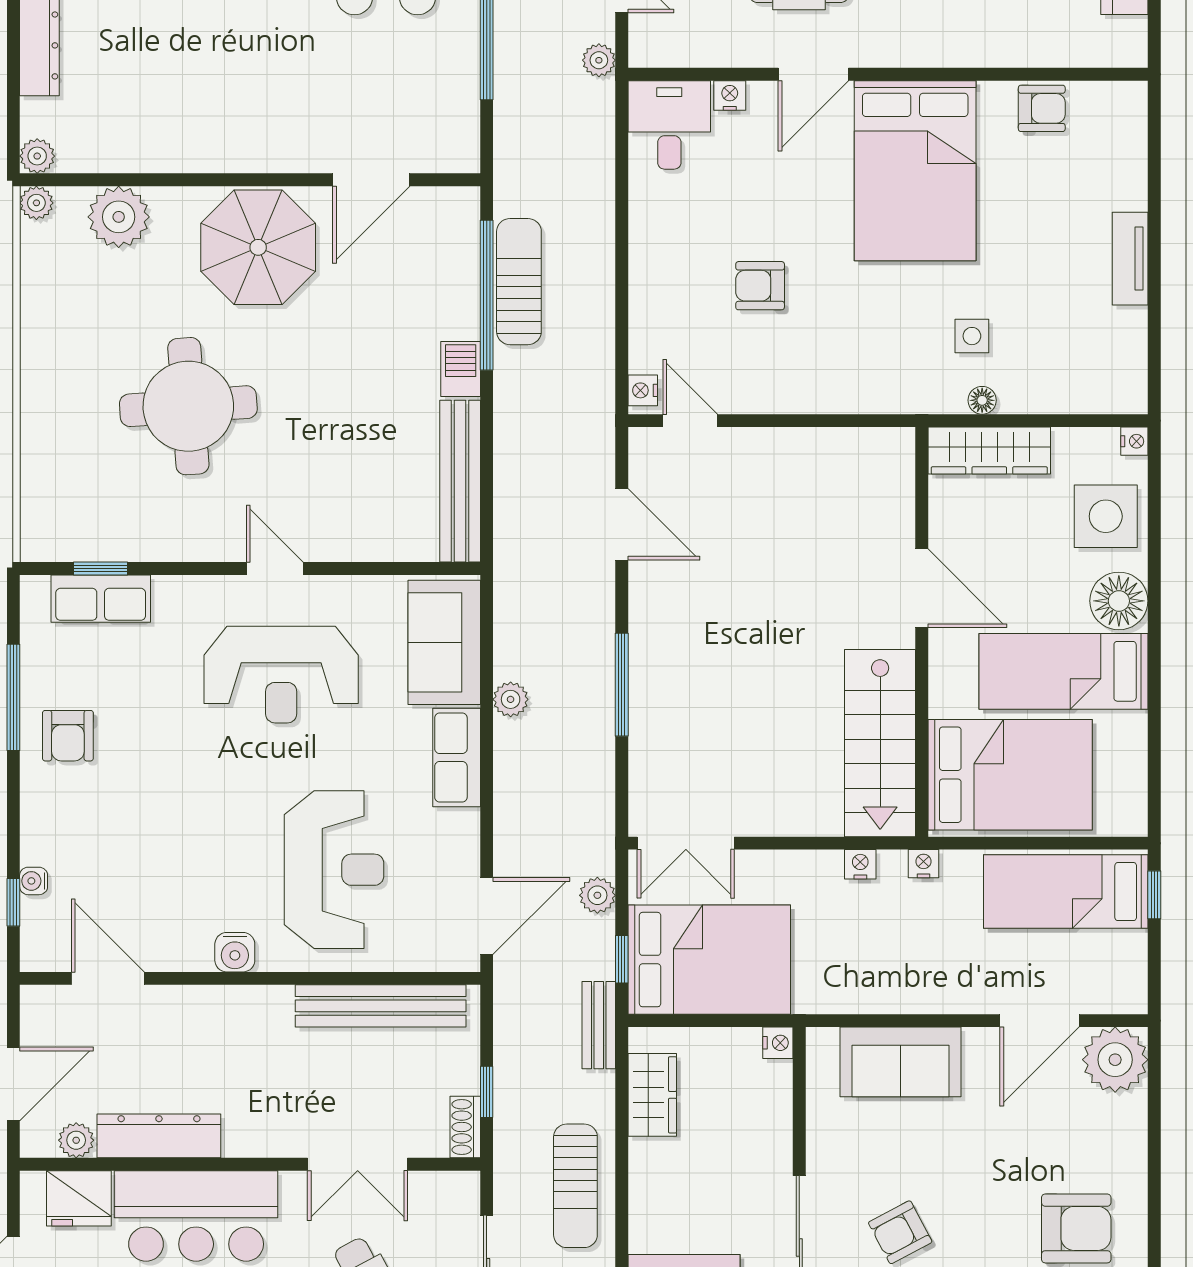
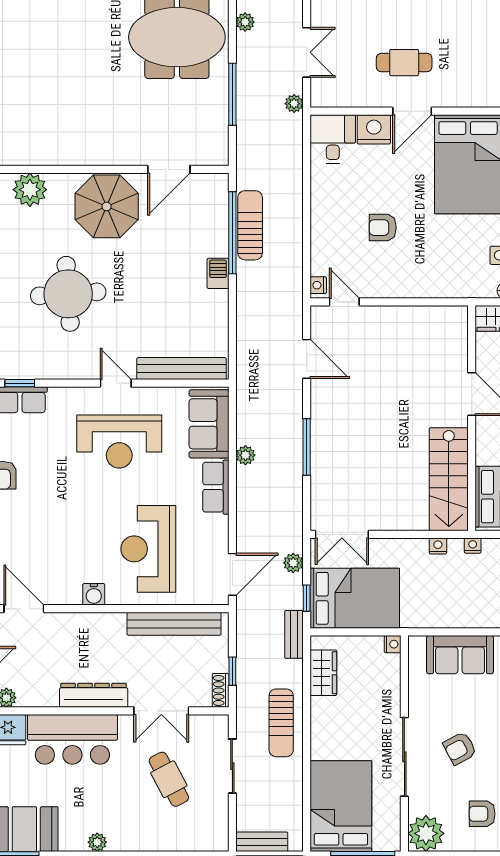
nightstand: (730, 95) -> (374, 129), width x1.89, depth x1.79
bench: (460, 481) -> (182, 369), moved, turned 90
reception desk: (334, 870) -> (148, 549), turned 180
dresser: (159, 1136) -> (94, 695), moved

